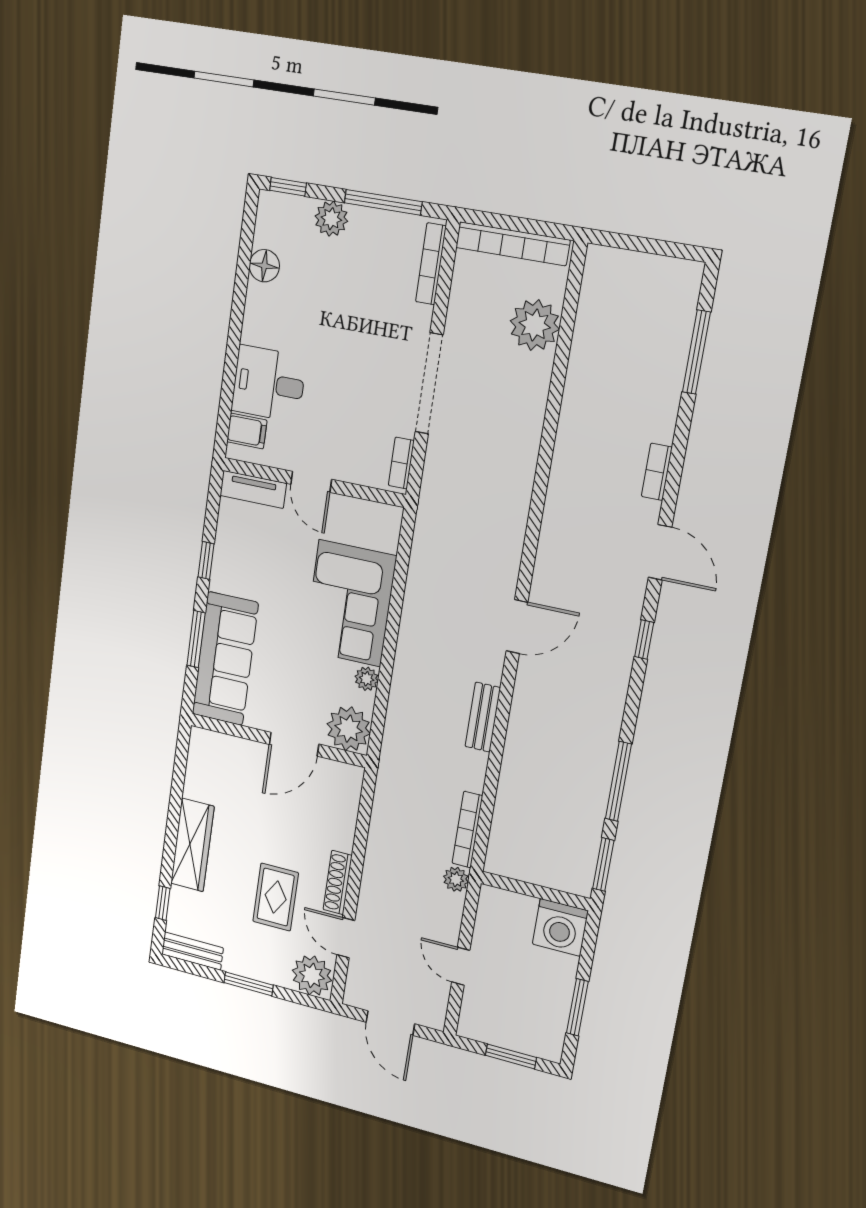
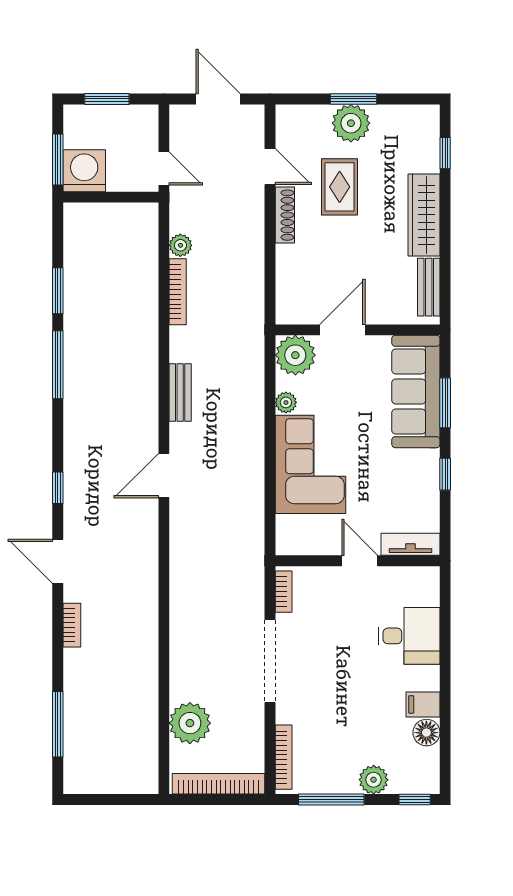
filing cabinet: (247, 431) -> (423, 704), moved
wall: (535, 891) -> (111, 197), moved
washing machine: (560, 927) -> (84, 171), moved
bench: (192, 951) -> (429, 287), moved, turned 90
plant: (312, 975) -> (351, 123), moved

